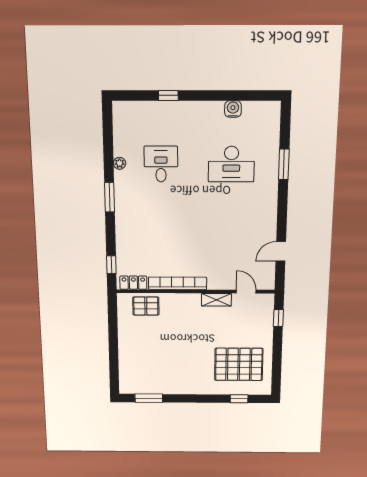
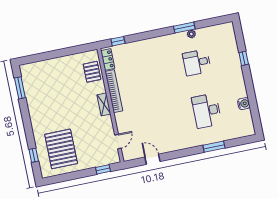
desk: (161, 164) -> (197, 62), turned 180
window: (110, 197) -> (184, 28), moved
shelving: (216, 300) -> (104, 104), moved

